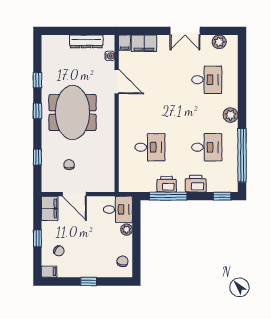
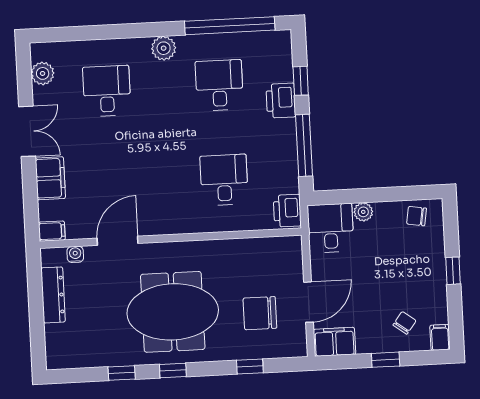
filing cabinet: (144, 43) -> (50, 178), moved
chair: (69, 165) -> (260, 313), width x1.87, depth x1.87
printer: (167, 184) -> (287, 211), moved
window: (222, 196) -> (301, 81), moved

